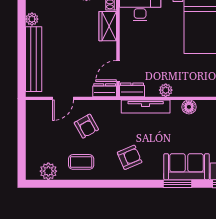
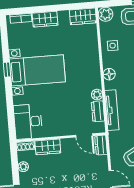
dresser: (132, 90) -> (98, 111), moved

